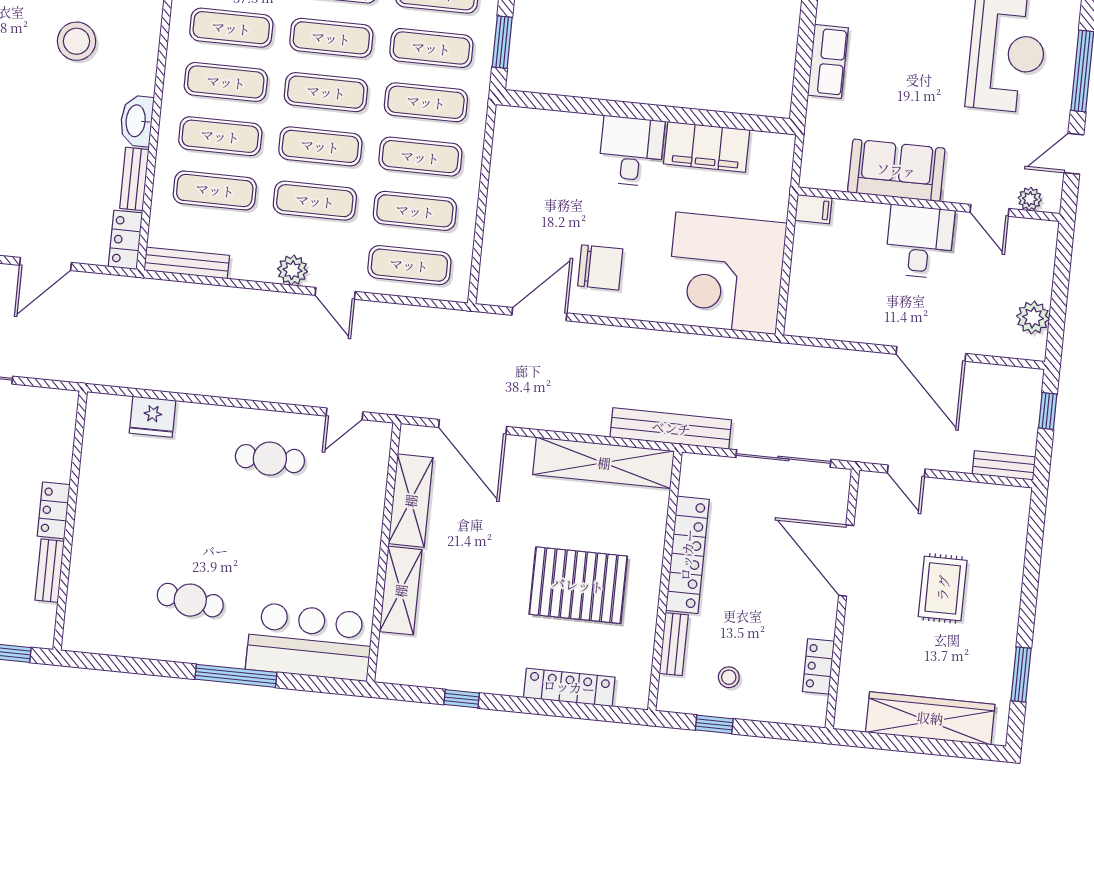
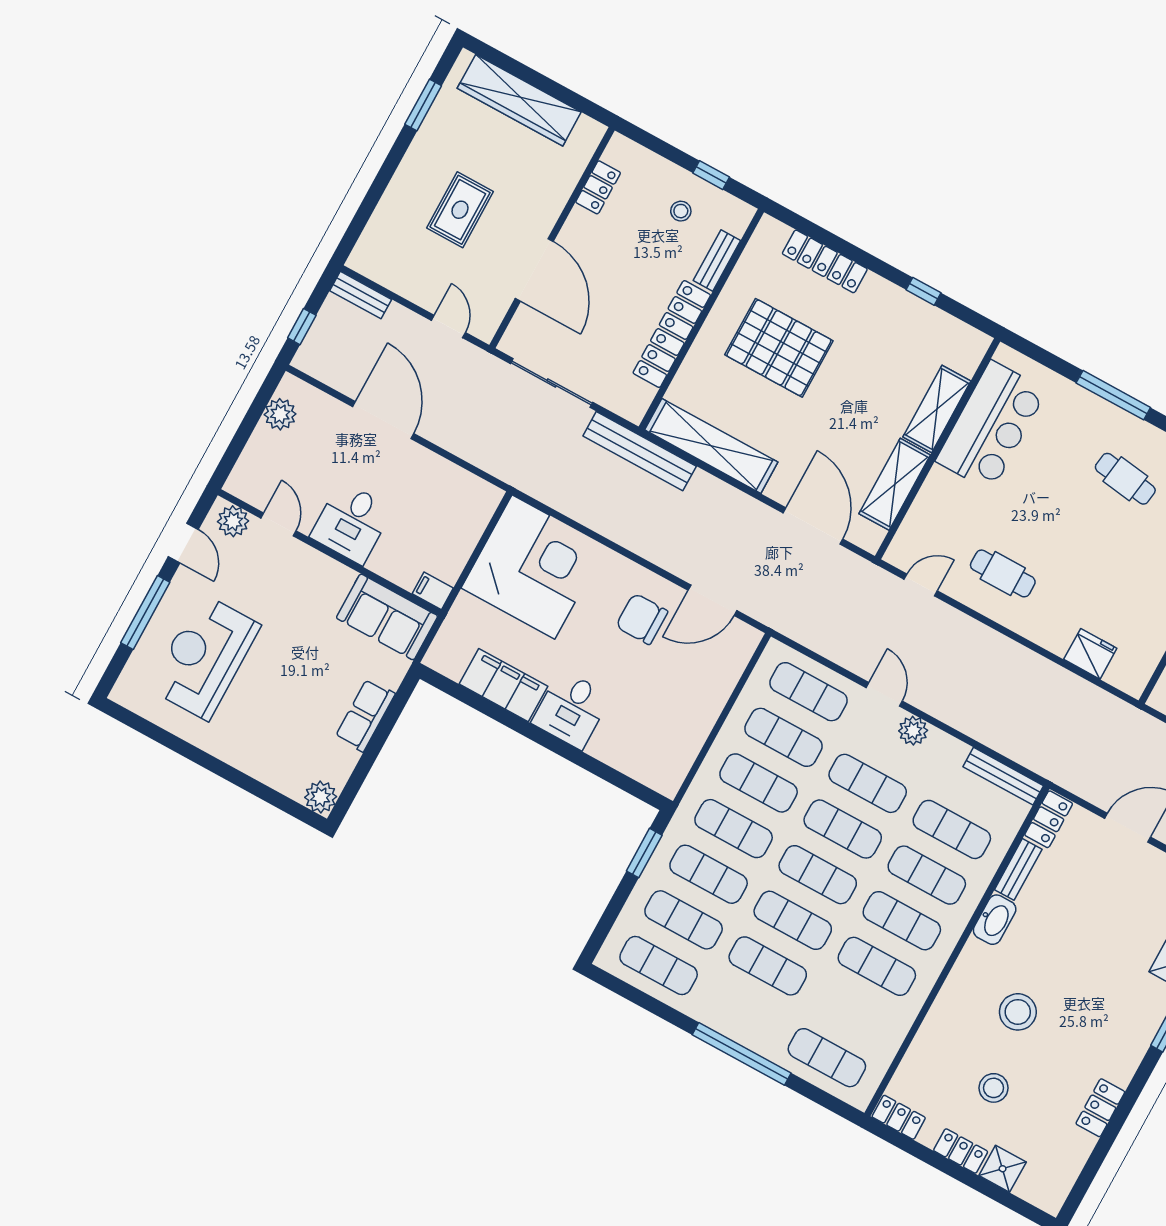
door: (1074, 154) -> (183, 543), hinge flipped
sofa: (896, 170) -> (387, 617), moved
plant: (1030, 199) -> (233, 521), width x1.38, depth x1.38
bar counter: (310, 642) -> (991, 426), moved, turned -90

